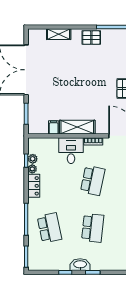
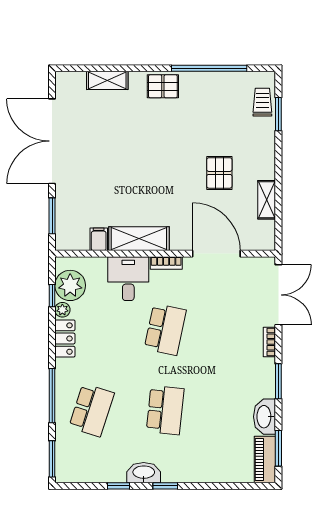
plant: (33, 159) -> (70, 285), width x1.88, depth x1.88
school desk: (49, 228) -> (92, 410), turned 30

